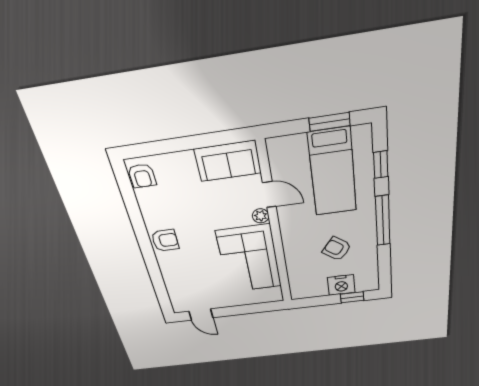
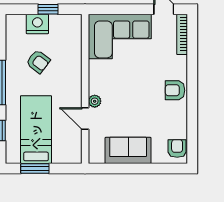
sofa: (228, 161) -> (128, 150), moved
corner sofa: (249, 259) -> (120, 37), moved, turned 90
bookcase: (174, 295) -> (182, 34), added
window: (352, 297) -> (48, 9), moved

